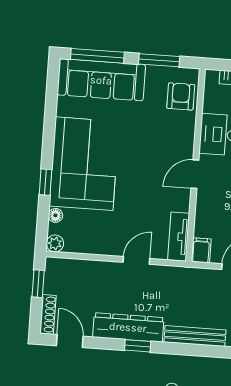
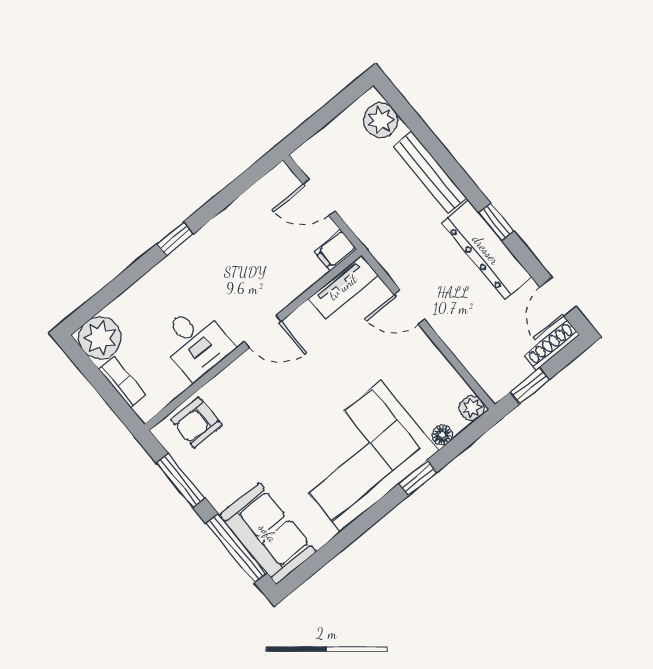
sofa: (101, 80) -> (268, 533), width x0.73

